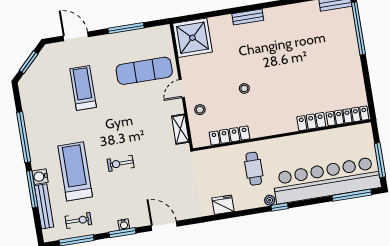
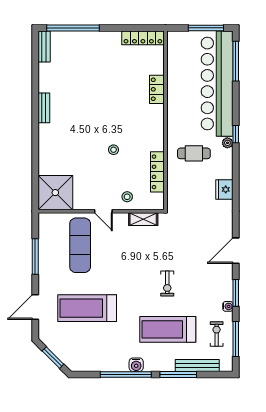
bench: (248, 17) -> (44, 108), moved
treadmill: (83, 88) -> (87, 308), width x1.37, depth x1.38
locker: (347, 116) -> (143, 38), moved, turned -90
water cooler: (40, 177) -> (136, 365), moved
water cooler: (124, 224) -> (228, 306), moved

